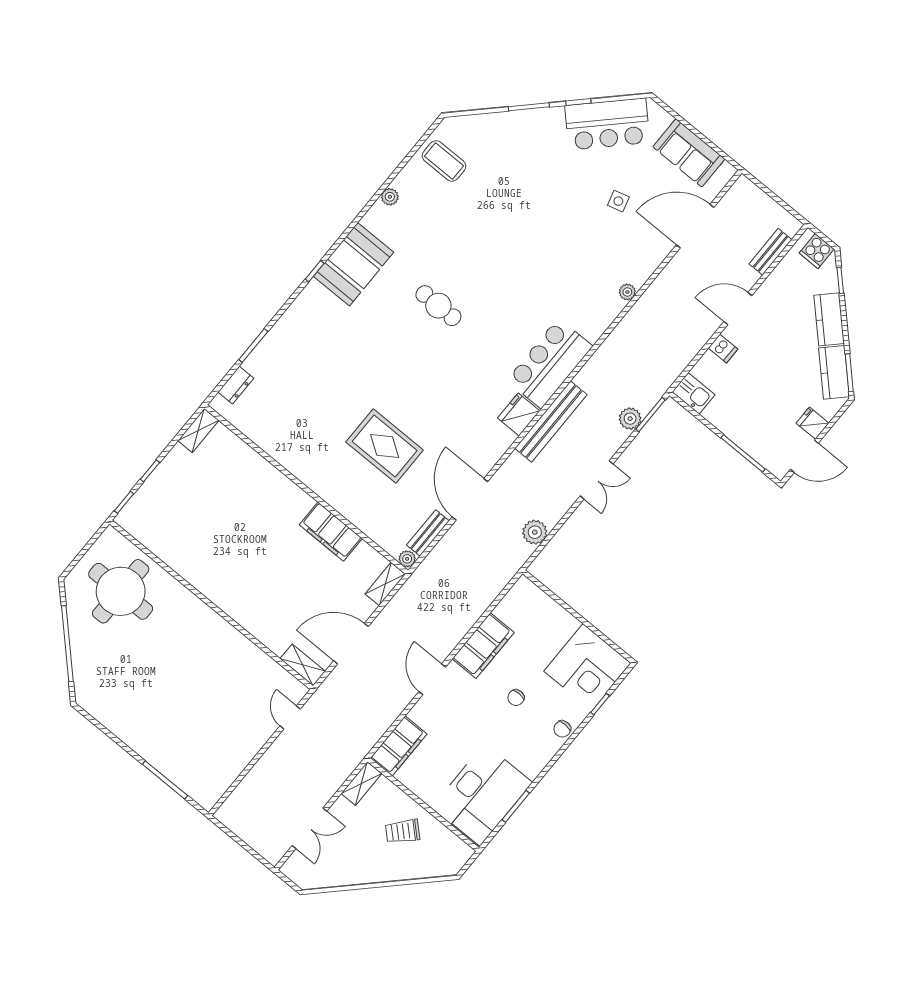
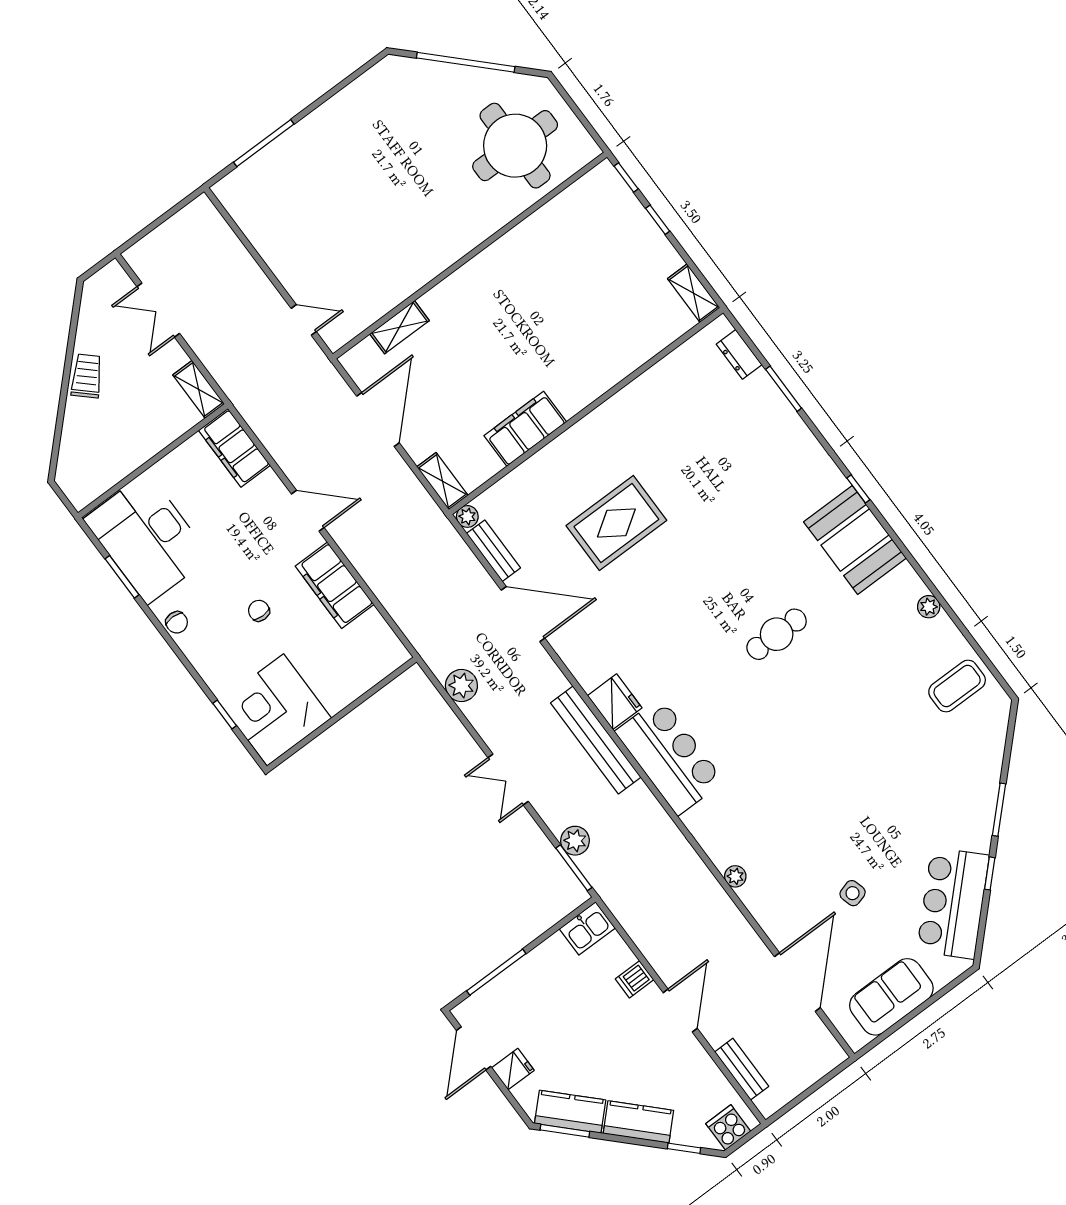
shelving: (303, 665) -> (400, 327), moved
chair: (562, 729) -> (177, 622), moved, turned 180
trolley: (403, 831) -> (87, 376), moved

